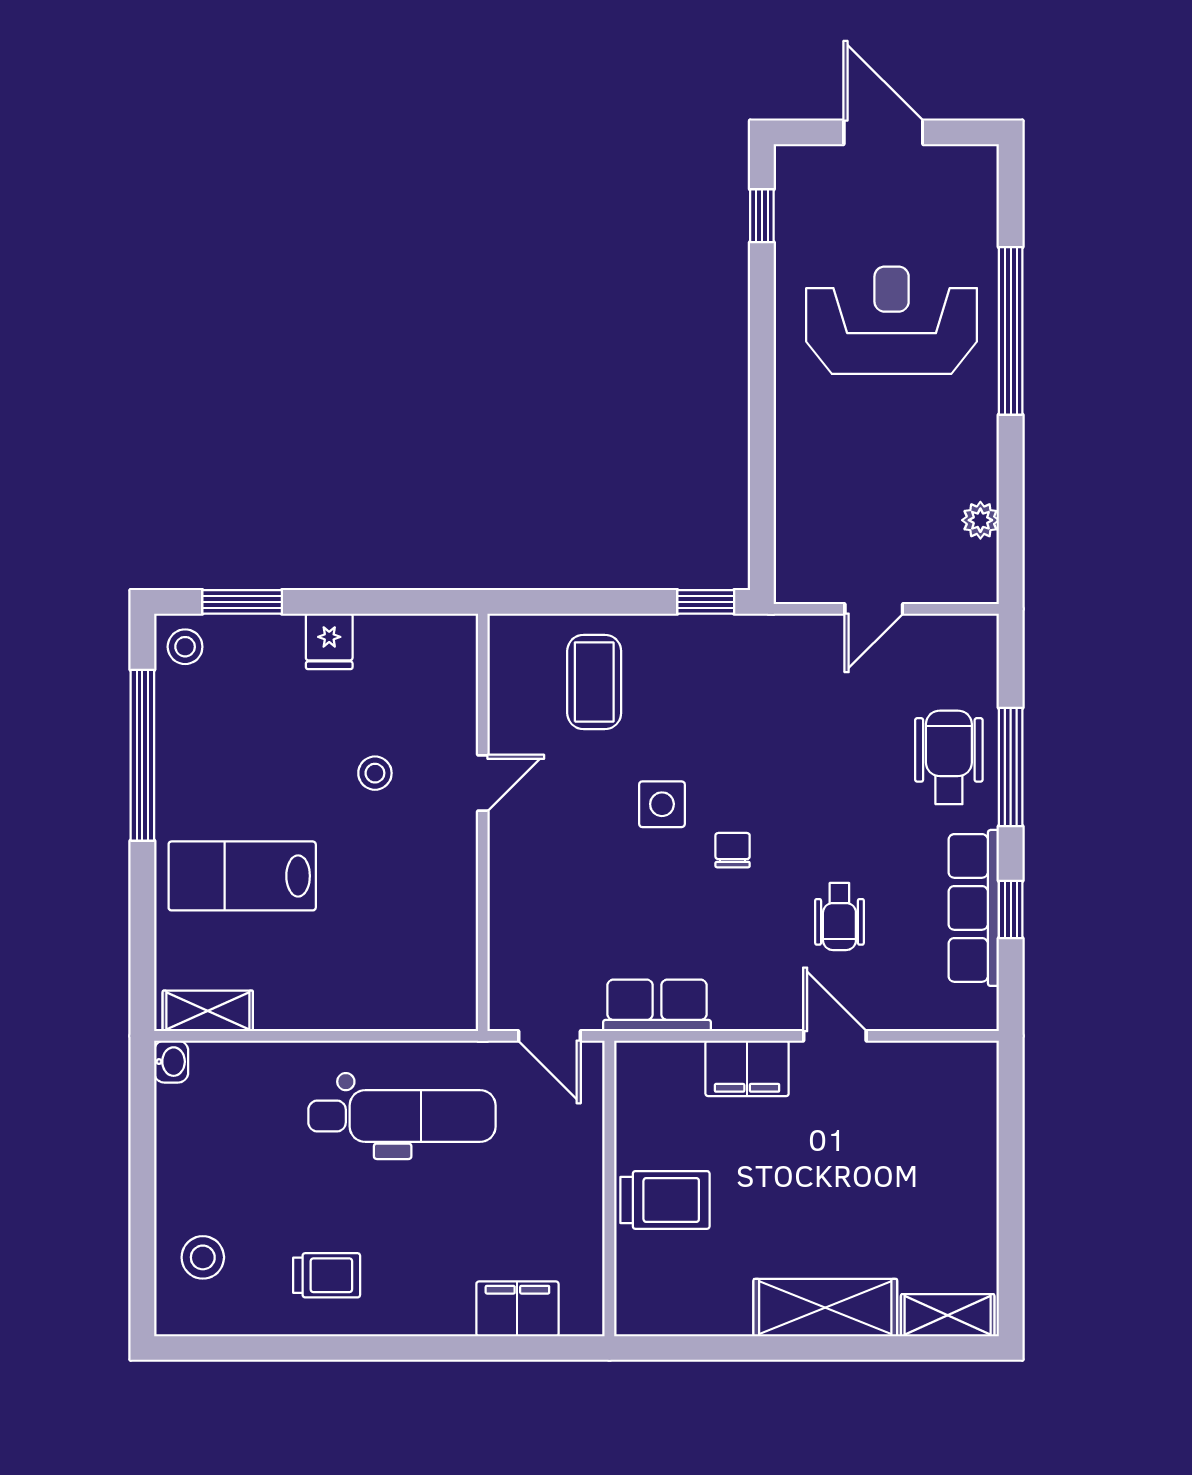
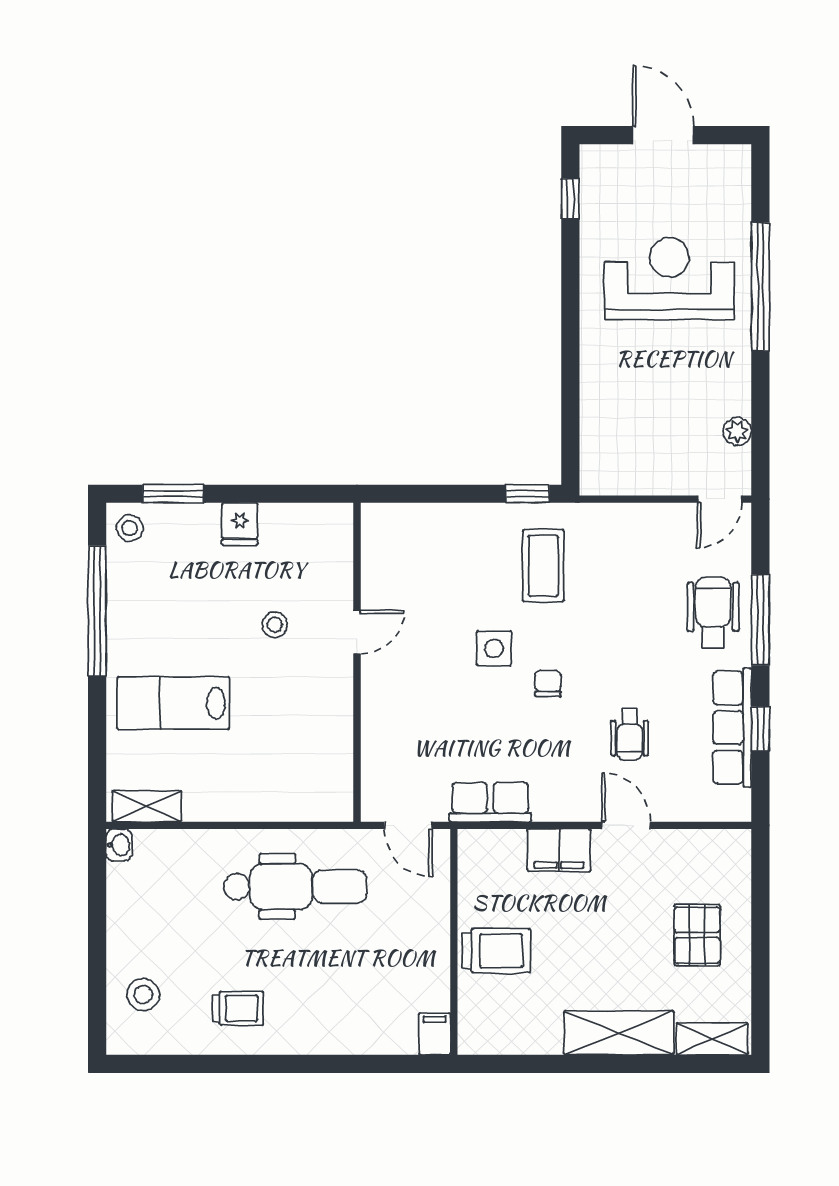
door: (874, 609) -> (719, 499), moved
coffee table: (594, 682) -> (543, 566), moved
pallet: (928, 1179) -> (697, 935), added
filing cabinet: (517, 1309) -> (435, 1034), moved, width x0.50

